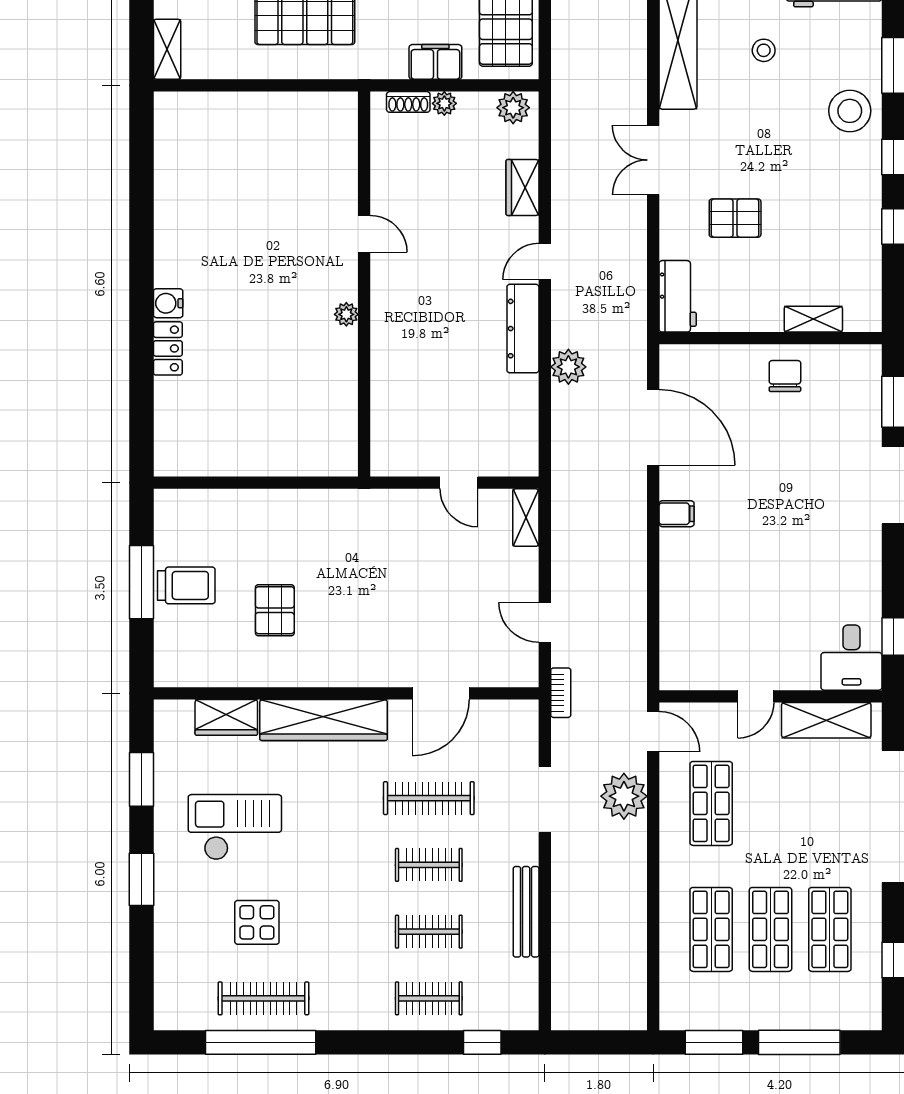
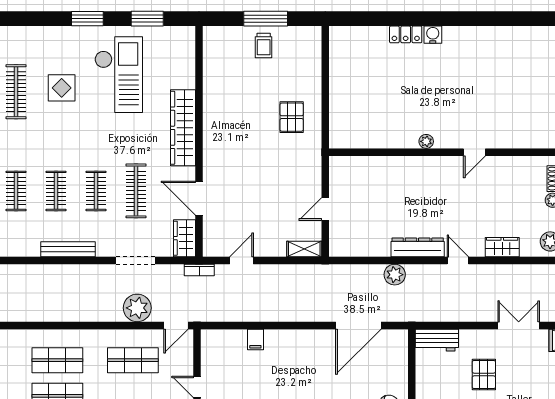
filing cabinet: (677, 514) -> (255, 339), moved
trolley: (186, 585) -> (264, 45), width x0.73, depth x0.72
pallet: (275, 610) -> (292, 117), moved, turned 90
wardrobe: (226, 717) -> (184, 238), moved
checkout: (235, 827) -> (119, 75), width x1.36, depth x1.21

